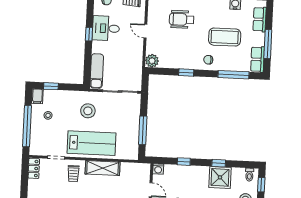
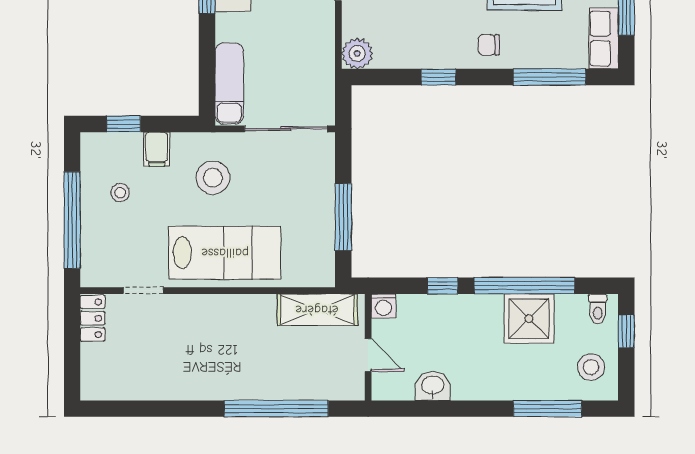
filing cabinet: (37, 96) -> (157, 149), moved
window: (219, 163) -> (524, 286), width x3.17
shelving: (103, 168) -> (317, 310), moved
trolley: (73, 174) -> (186, 326), removed

